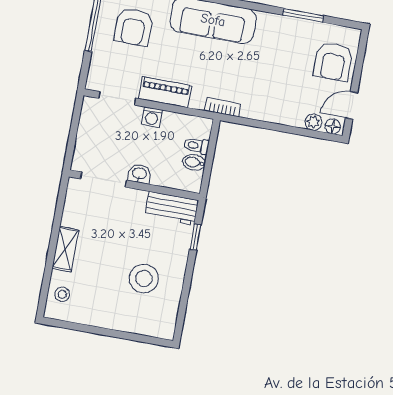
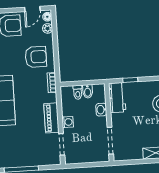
armchair: (134, 27) -> (36, 57), moved
door: (352, 105) -> (32, 9), hinge flipped
washbasin: (139, 174) -> (101, 110), moved

